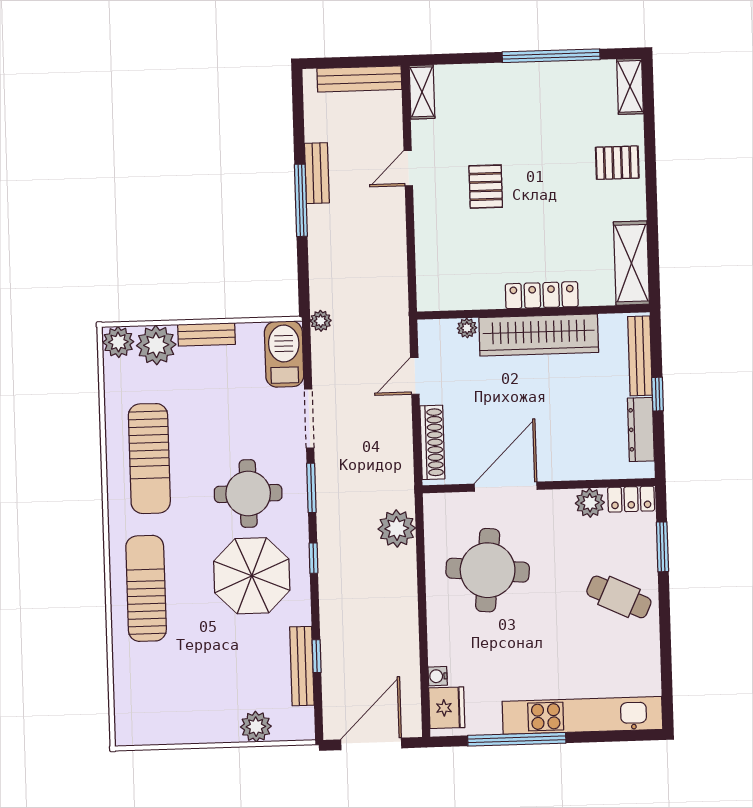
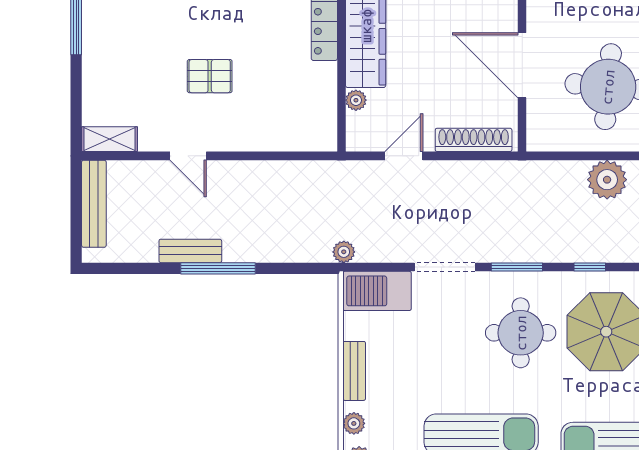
plant: (156, 345) -> (354, 423), width x0.53, depth x0.53
door: (415, 376) -> (404, 156), swing flipped
plant: (397, 528) -> (607, 180), moved

